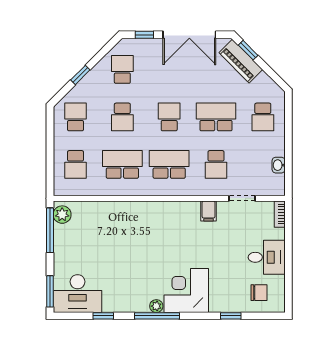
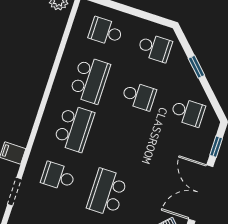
school desk: (122, 117) -> (139, 96), turned 180
school desk: (169, 117) -> (123, 144), removed
school desk: (216, 117) -> (107, 193), turned 180

